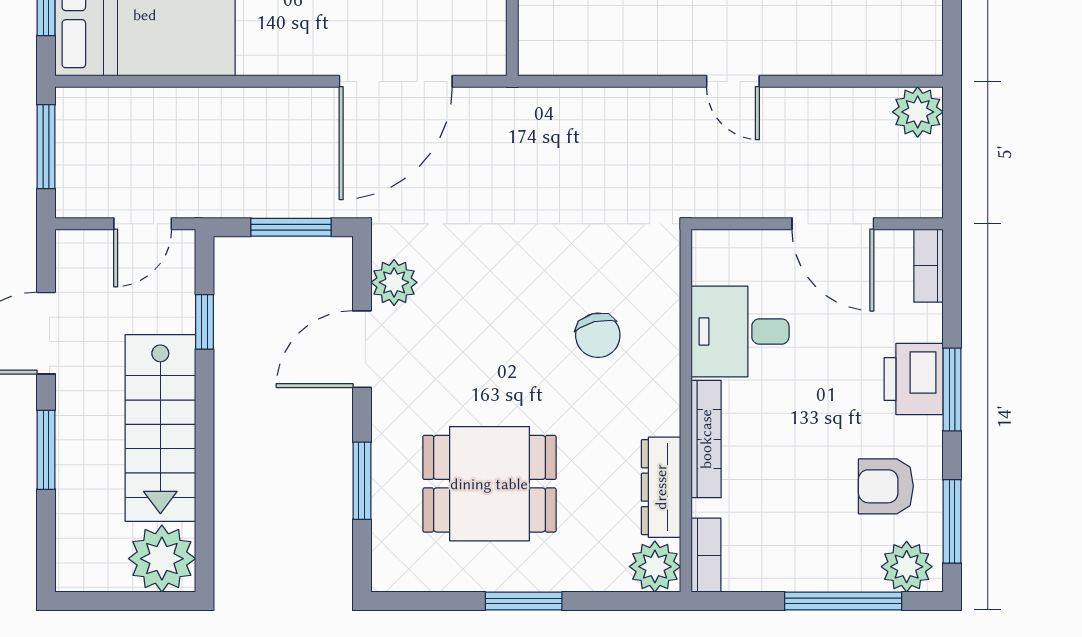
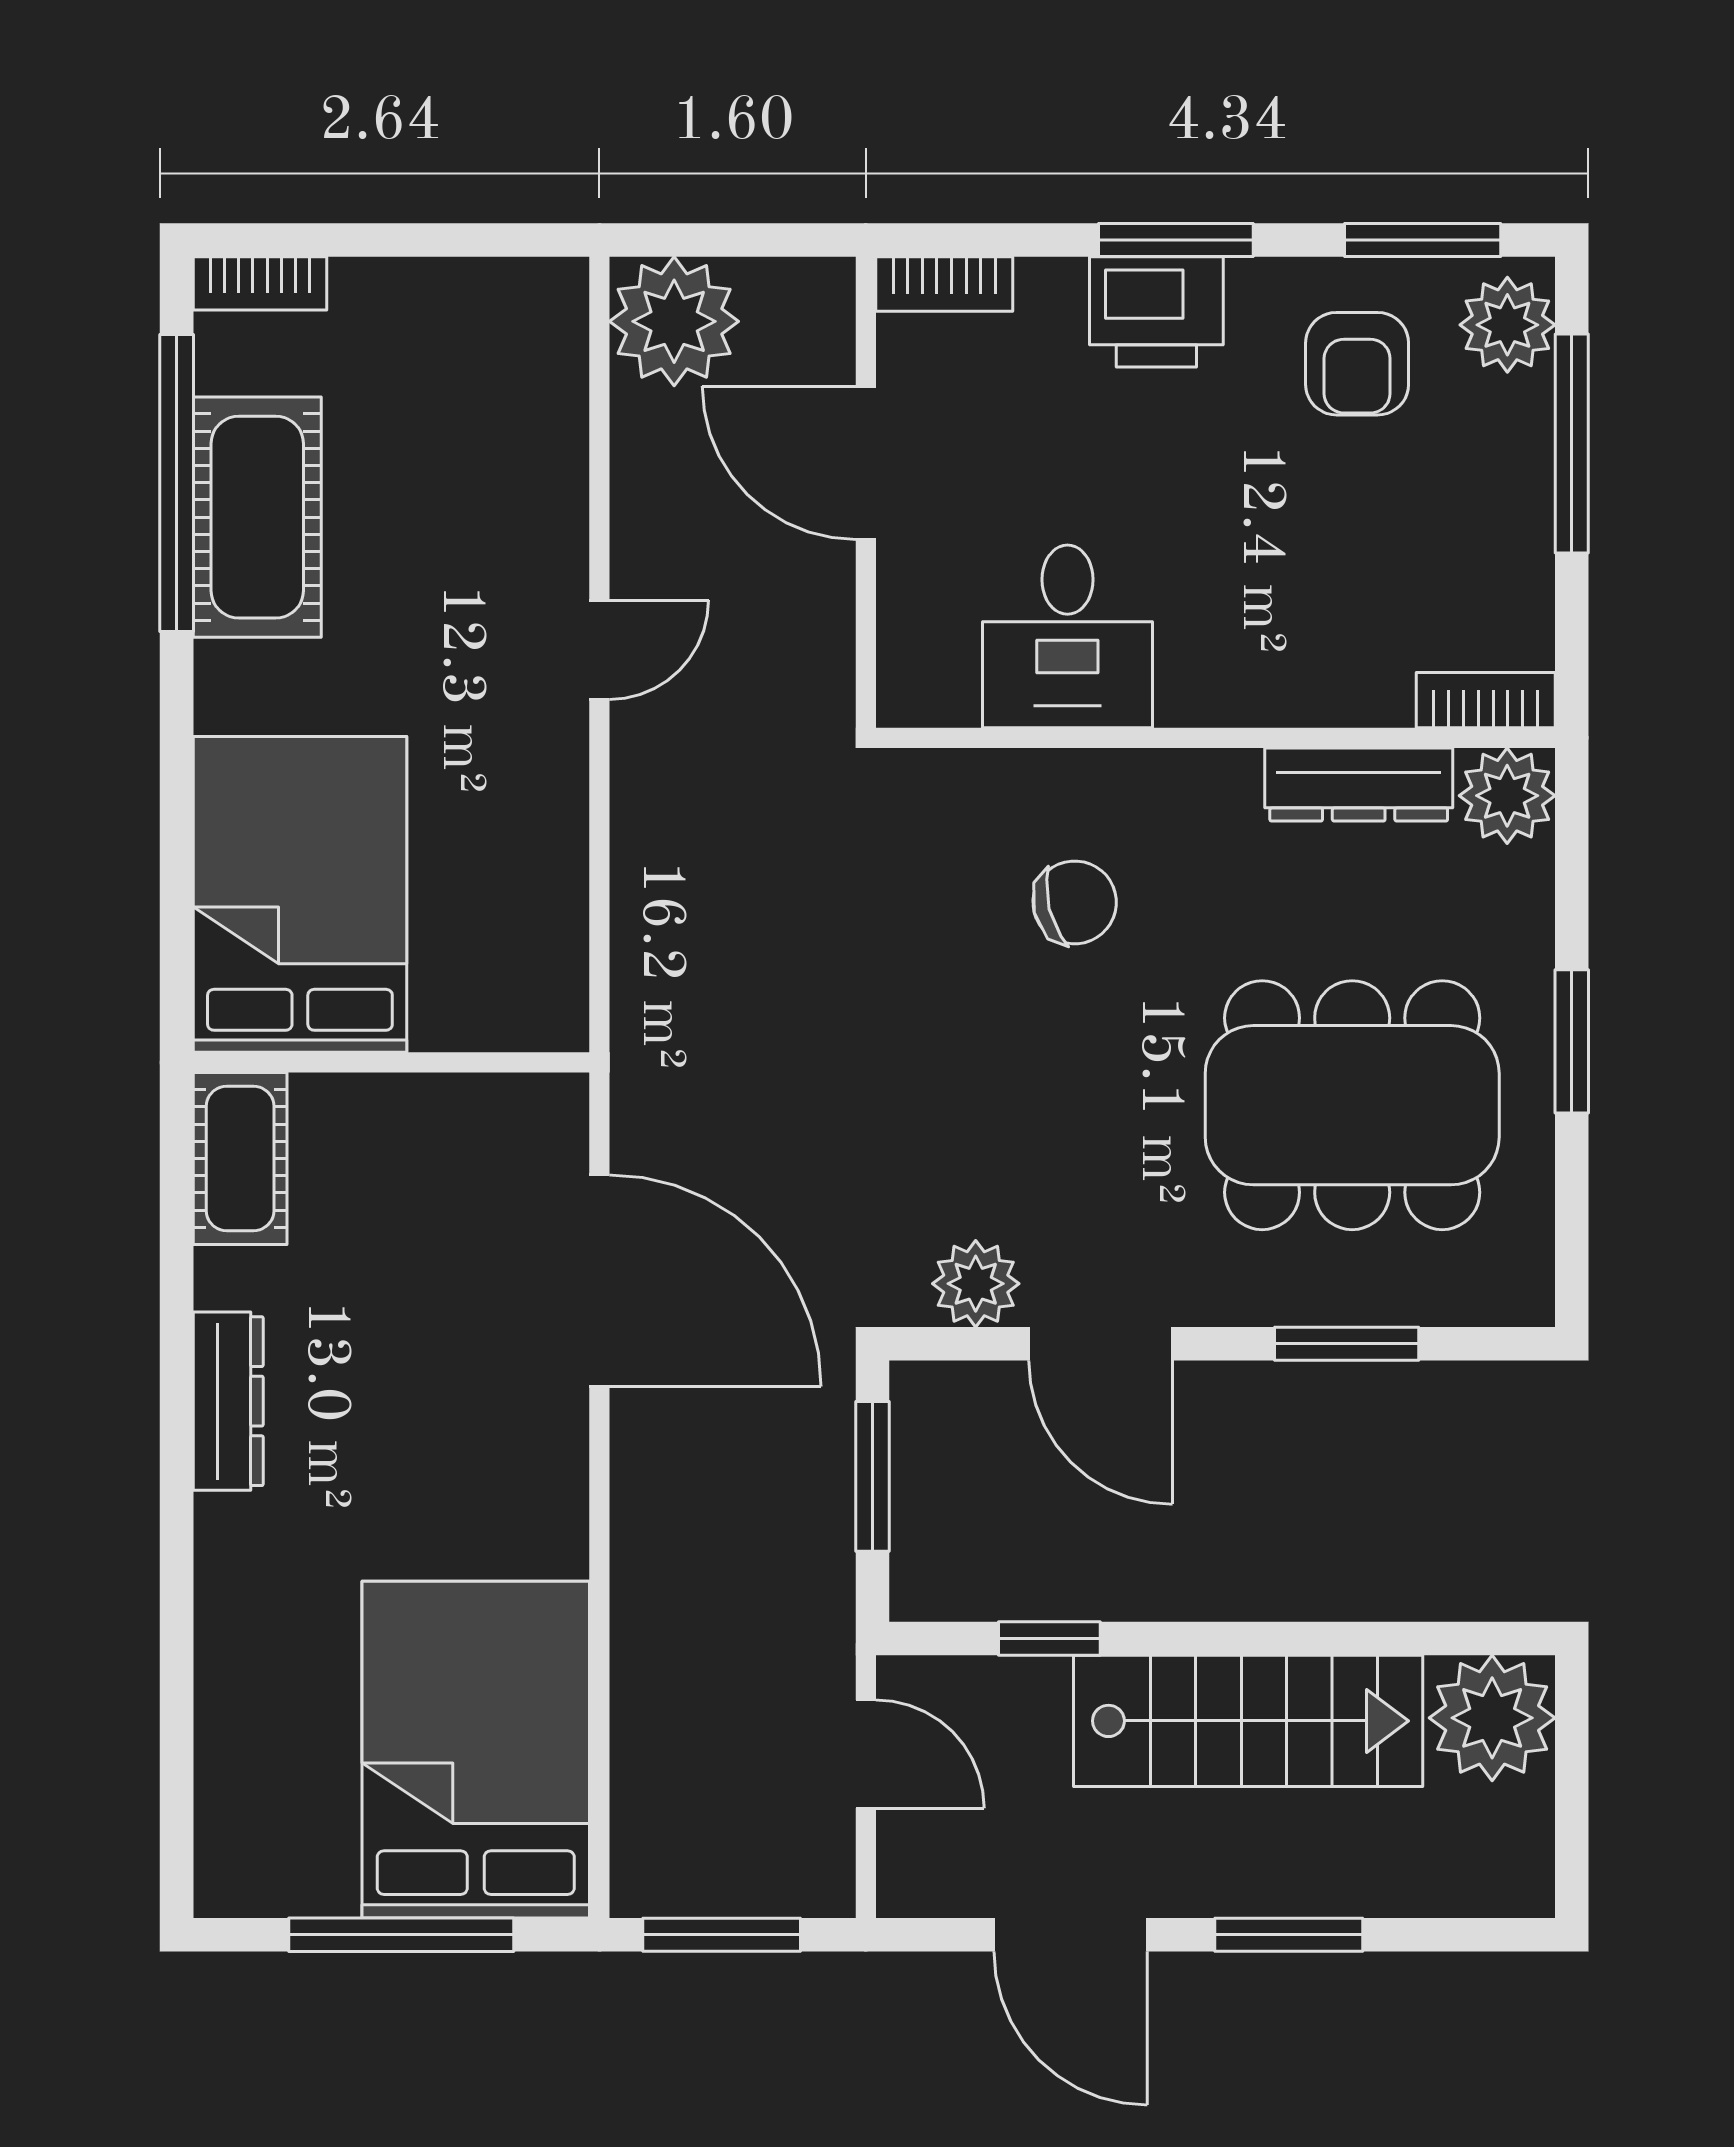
plant: (918, 112) -> (674, 321), width x1.36, depth x1.36
door: (833, 224) -> (866, 463), swing flipped
bookcase: (706, 439) -> (1269, 700), removed
dining table: (489, 484) -> (1352, 1105), width x1.38

